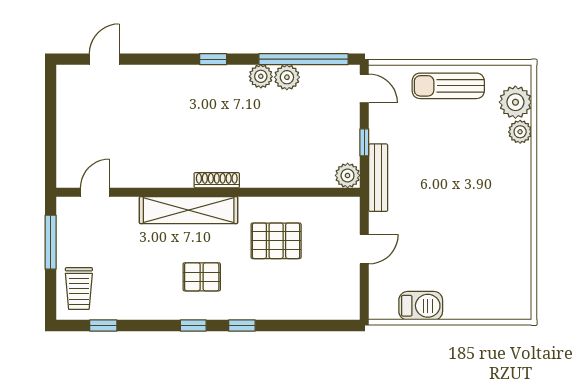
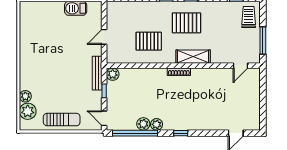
shelving: (189, 210) -> (193, 57), width x0.68
pallet: (202, 277) -> (186, 23), width x1.50, depth x1.42

